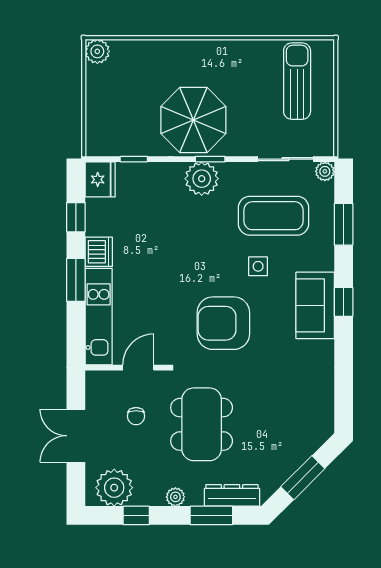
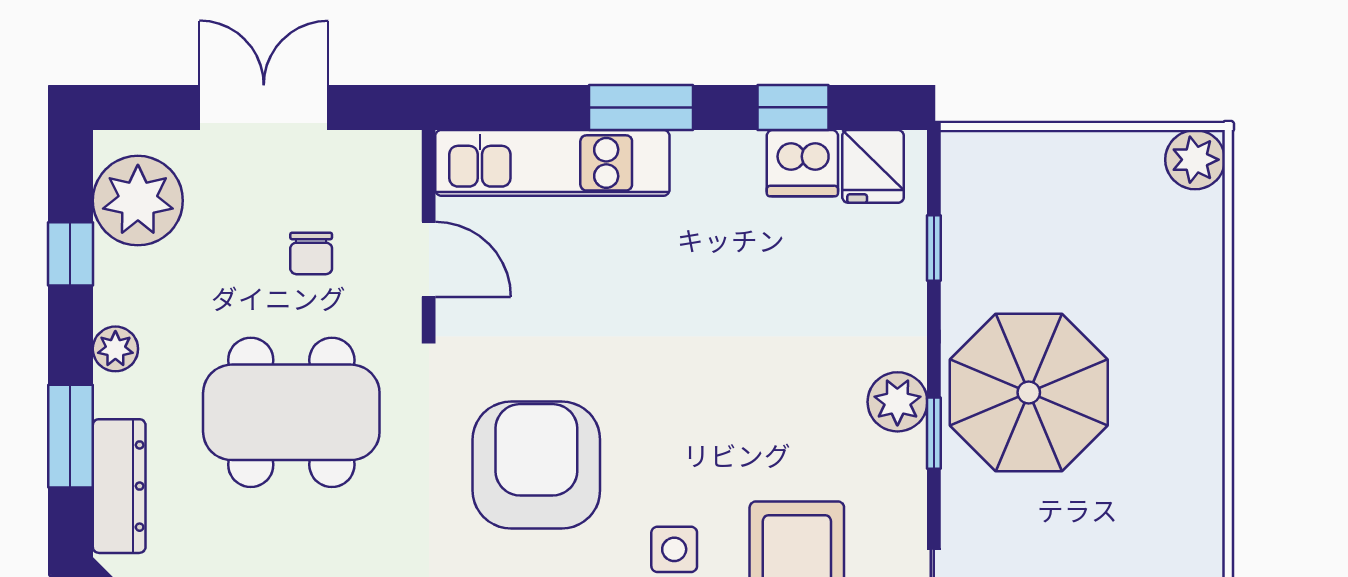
fridge: (100, 179) -> (873, 166), width x0.72
plant: (202, 179) -> (897, 402), width x0.73, depth x0.73
dishwasher: (99, 252) -> (802, 163), moved
chair: (136, 416) -> (311, 253), turned -90

